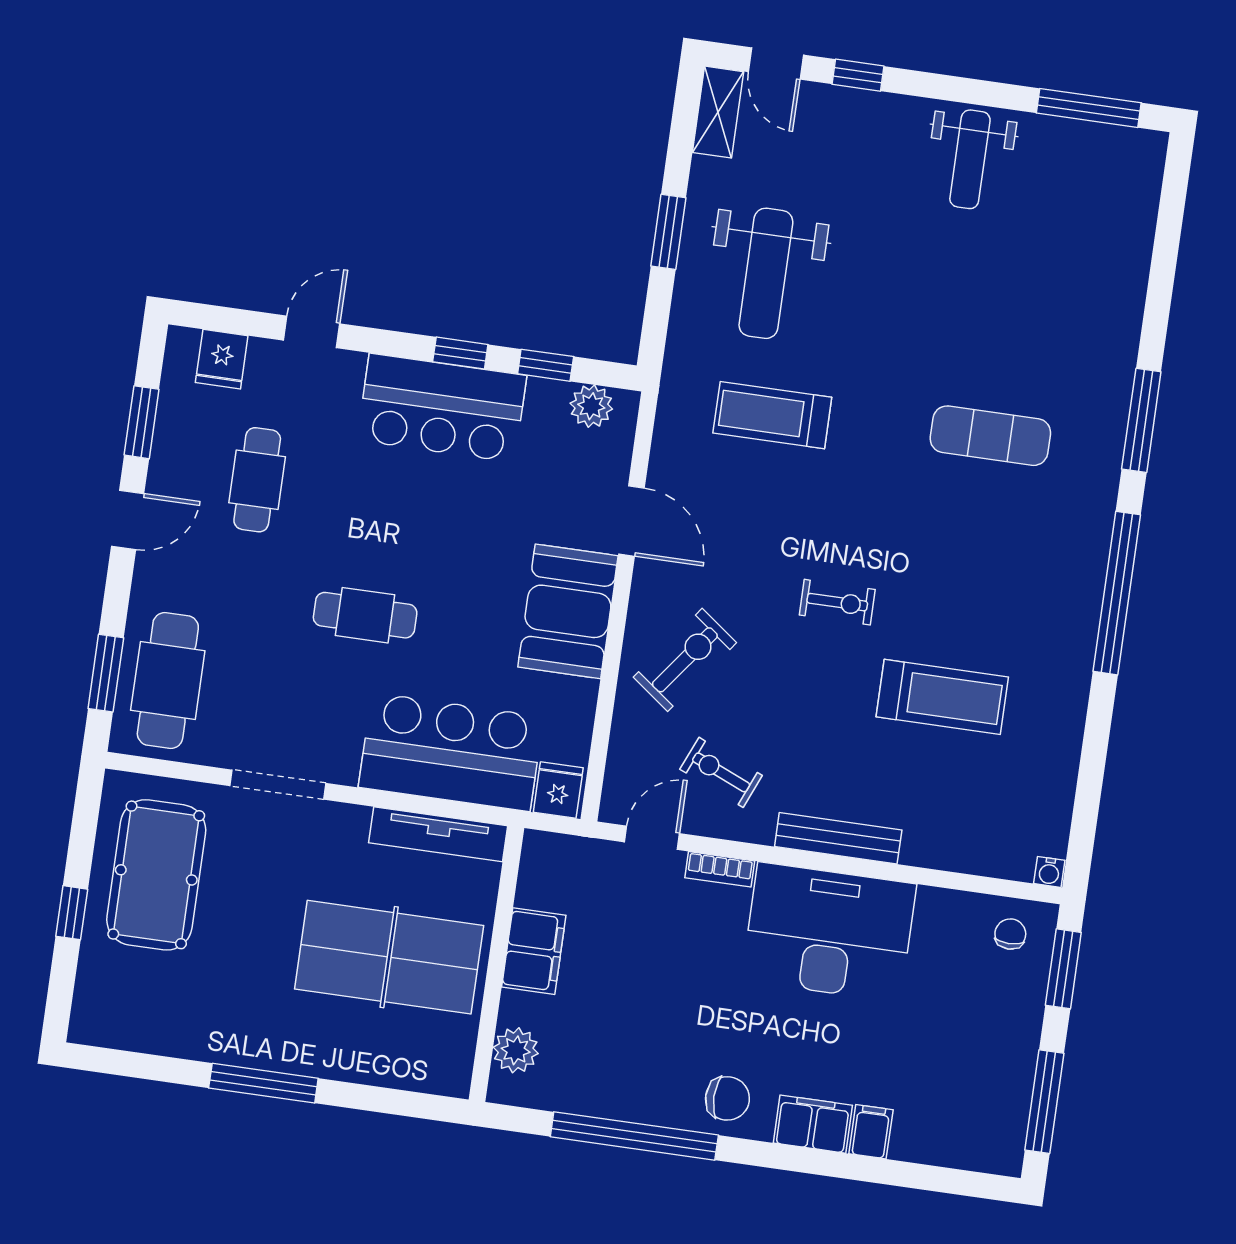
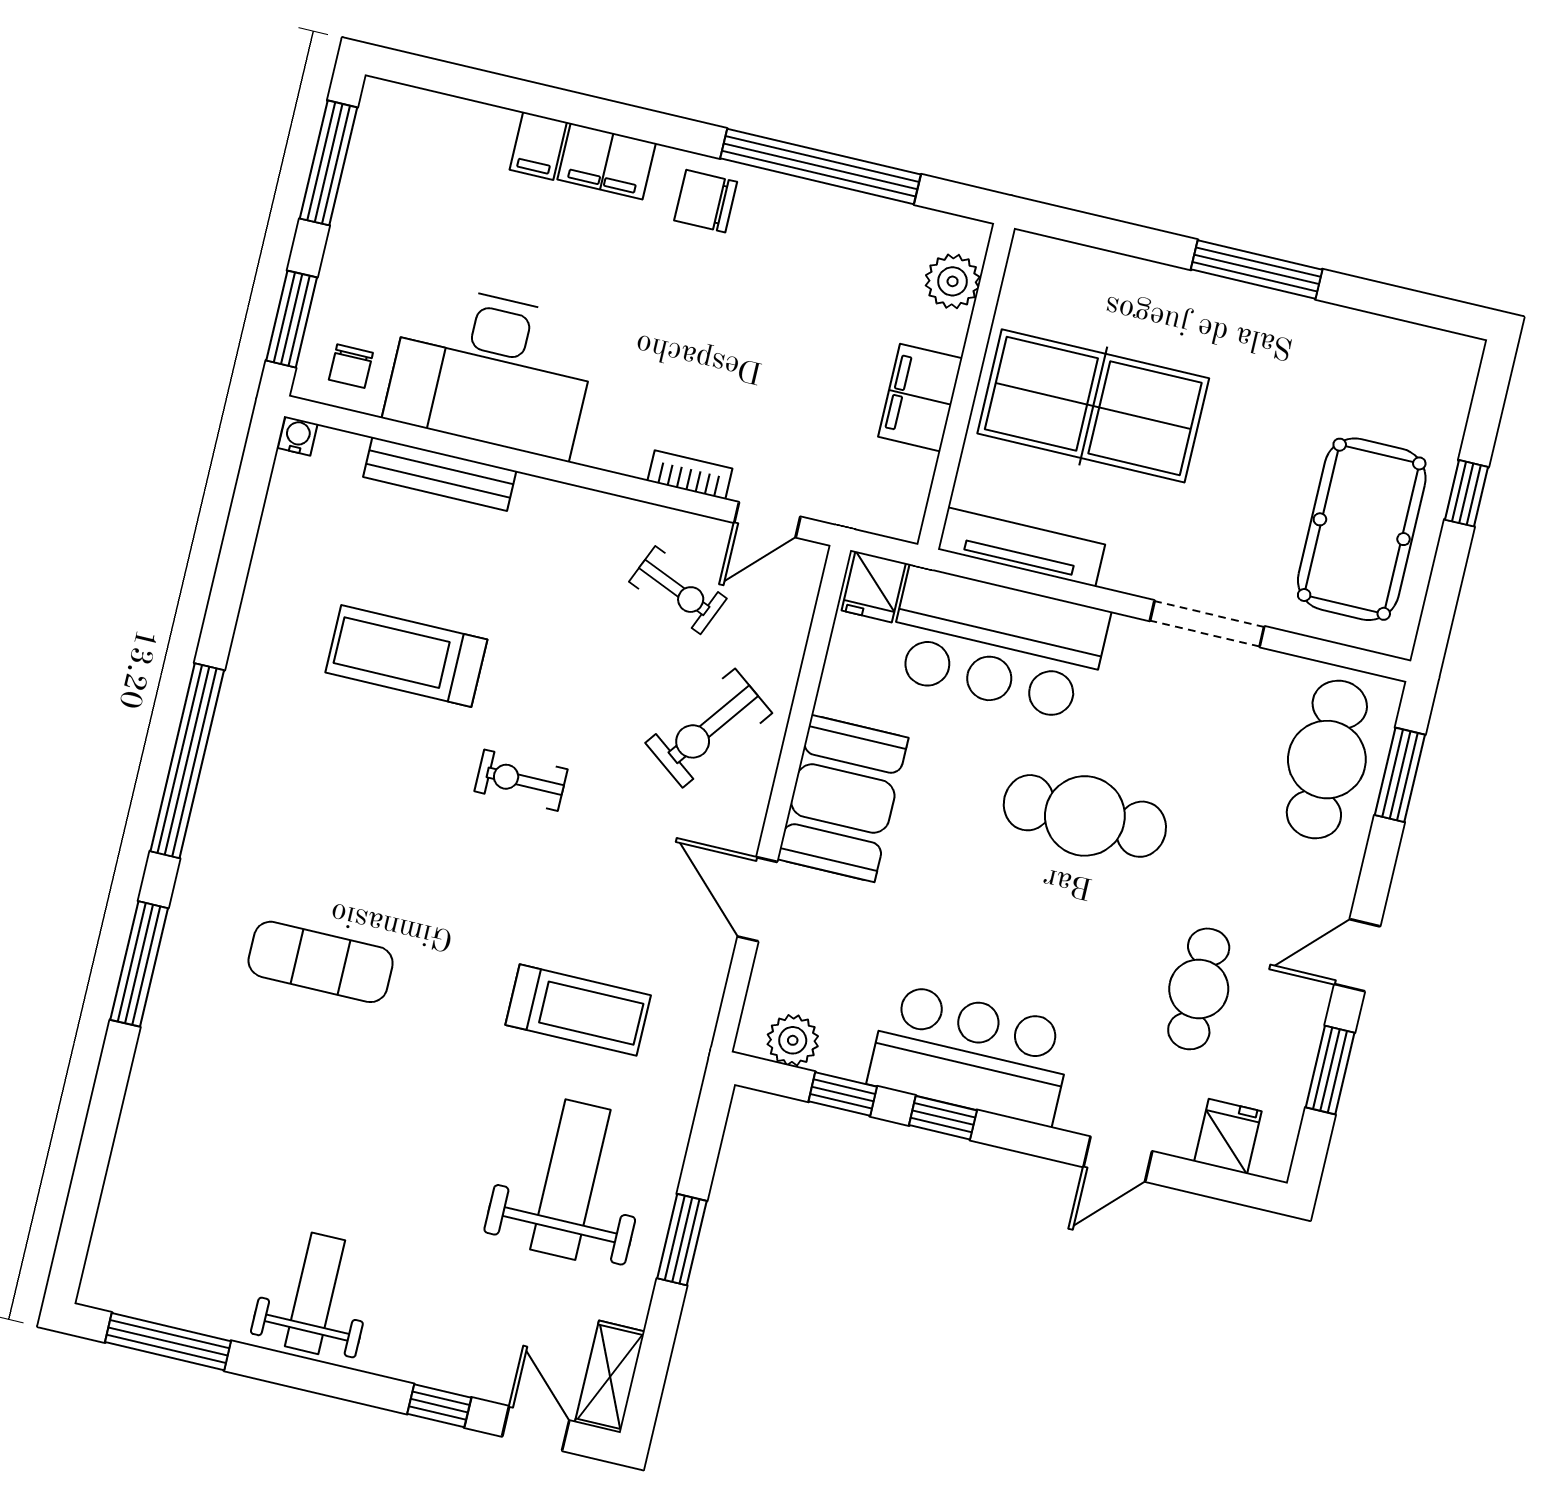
cafe table: (365, 615) -> (1085, 816), width x1.37, depth x1.35
bench: (838, 838) -> (440, 474), moved
desk: (829, 932) -> (492, 370), moved

